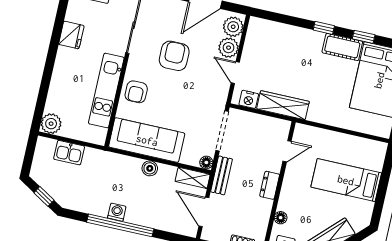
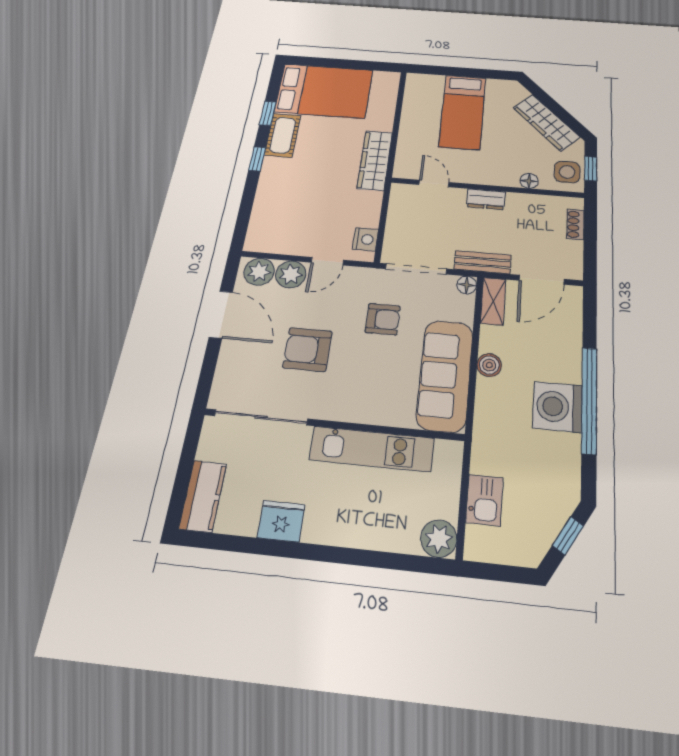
armchair: (136, 92) -> (383, 319), moved
wardrobe: (283, 105) -> (375, 160), moved
washing machine: (117, 212) -> (558, 407), width x1.89, depth x1.89

